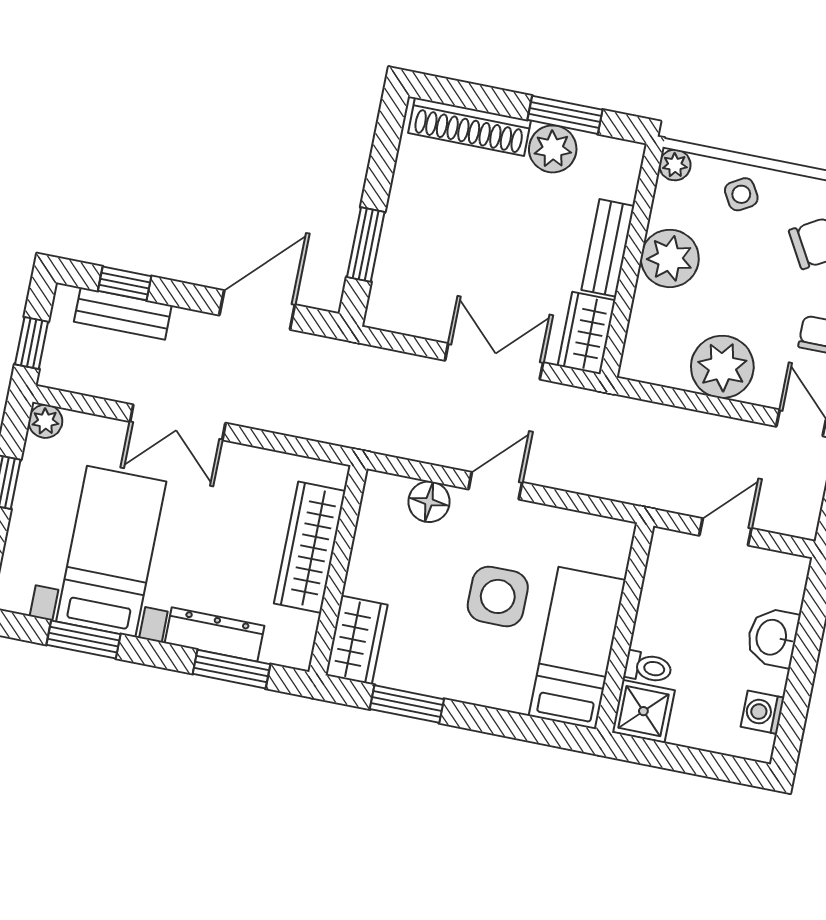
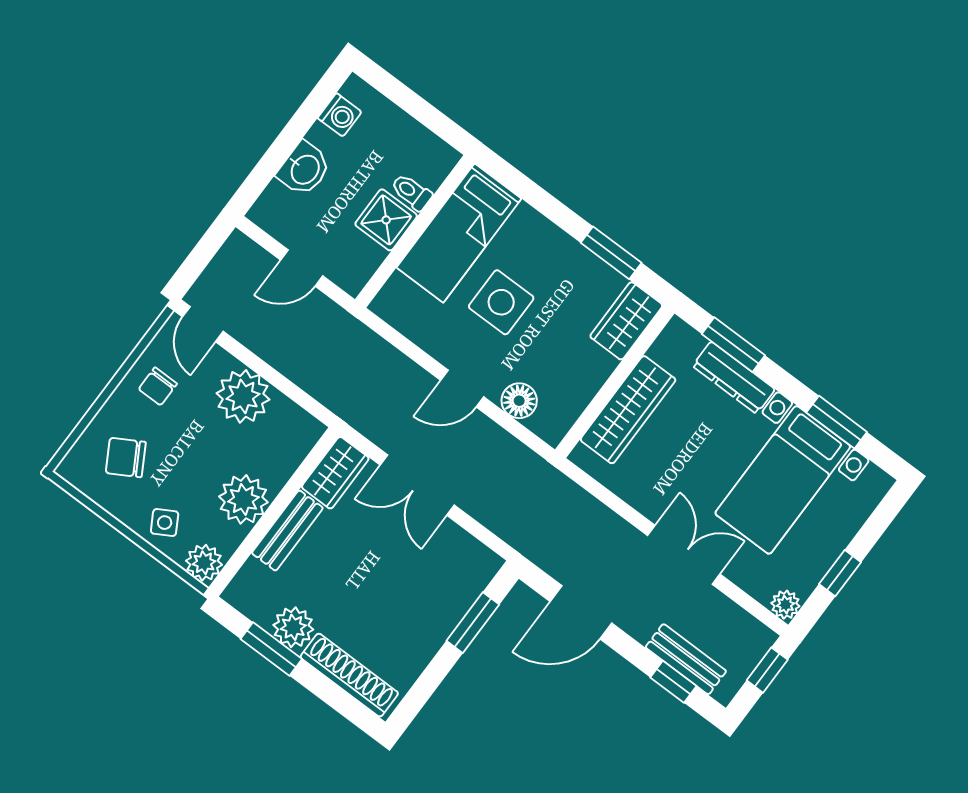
plant: (675, 165) -> (204, 563), width x1.38, depth x1.38
shower: (643, 711) -> (386, 220), moved

